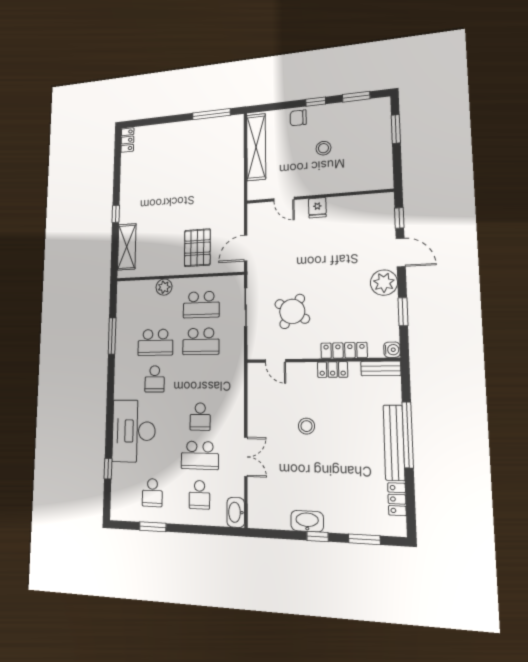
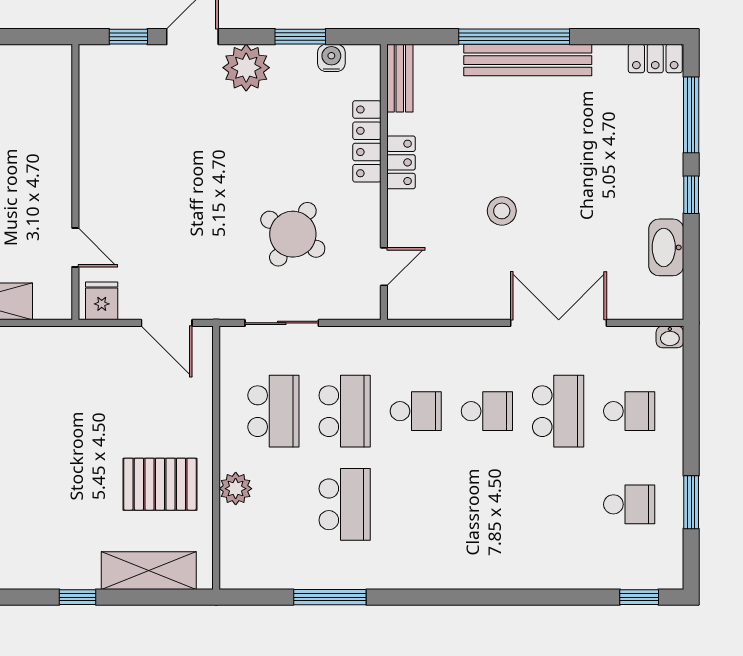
door: (284, 199) -> (75, 247), hinge flipped
fridge: (317, 208) -> (102, 301), moved, turned -90
pallet: (197, 248) -> (160, 484), moved
water cooler: (392, 350) -> (331, 58), moved
school desk: (155, 379) -> (416, 411), moved
desk: (134, 431) -> (516, 545), removed
double door: (246, 457) -> (559, 323), width x1.37
window: (108, 469) -> (639, 597), moved
locker: (397, 499) -> (655, 59), moved
washbasin: (236, 512) -> (670, 337), width x0.52, depth x0.69
washbasin: (307, 521) -> (666, 247), moved
window: (364, 539) -> (691, 115), width x1.44

